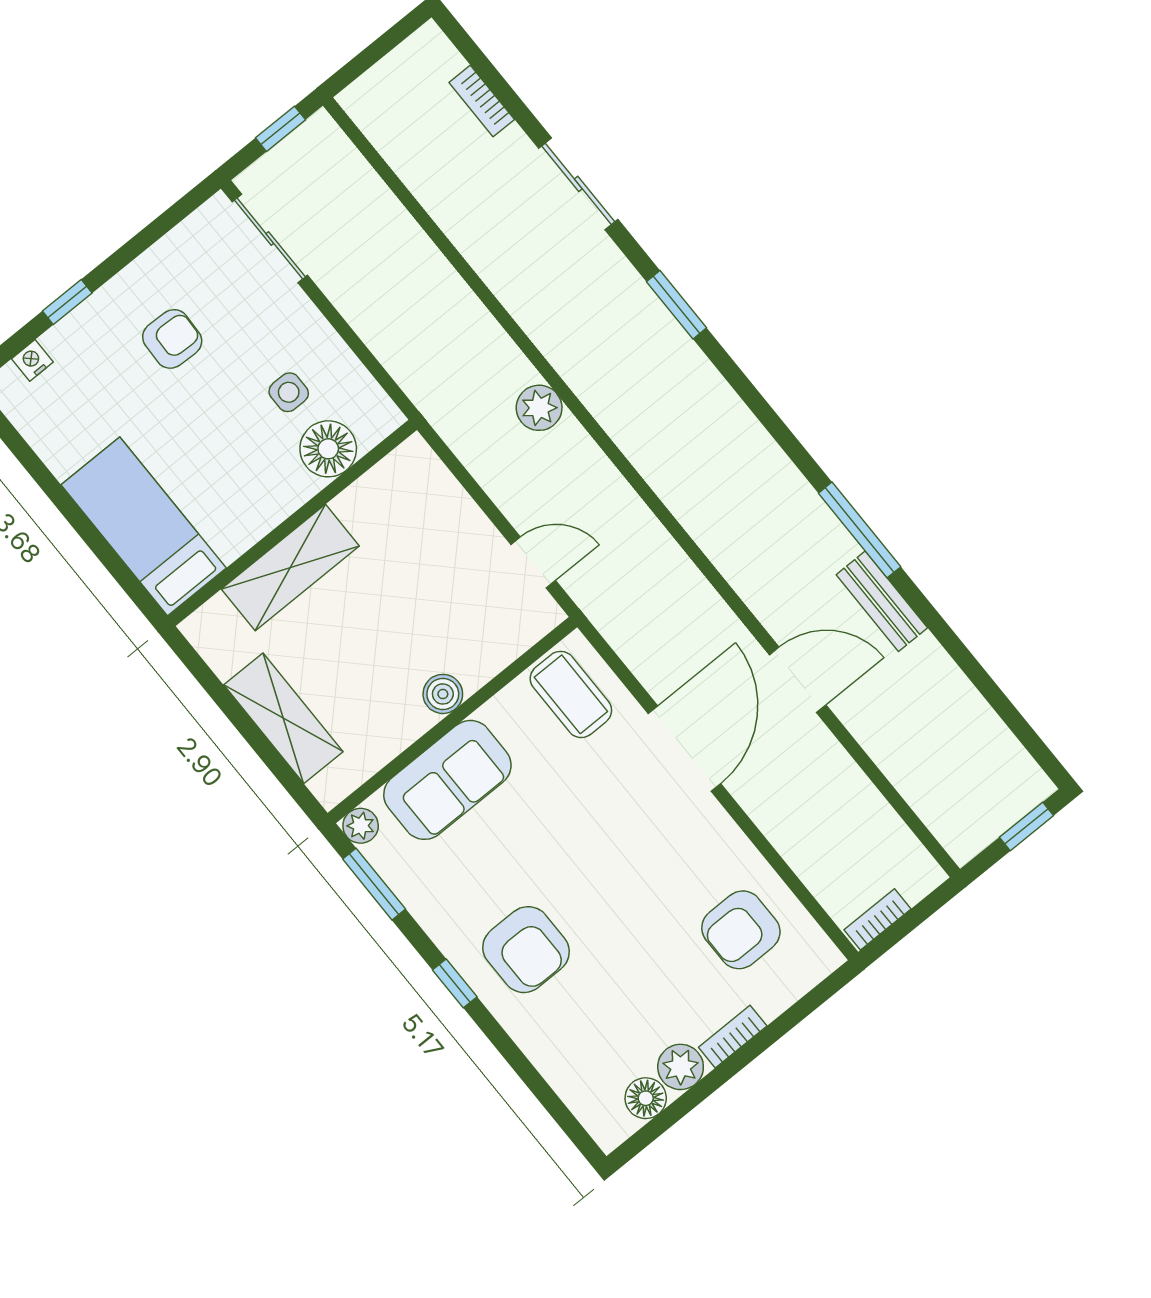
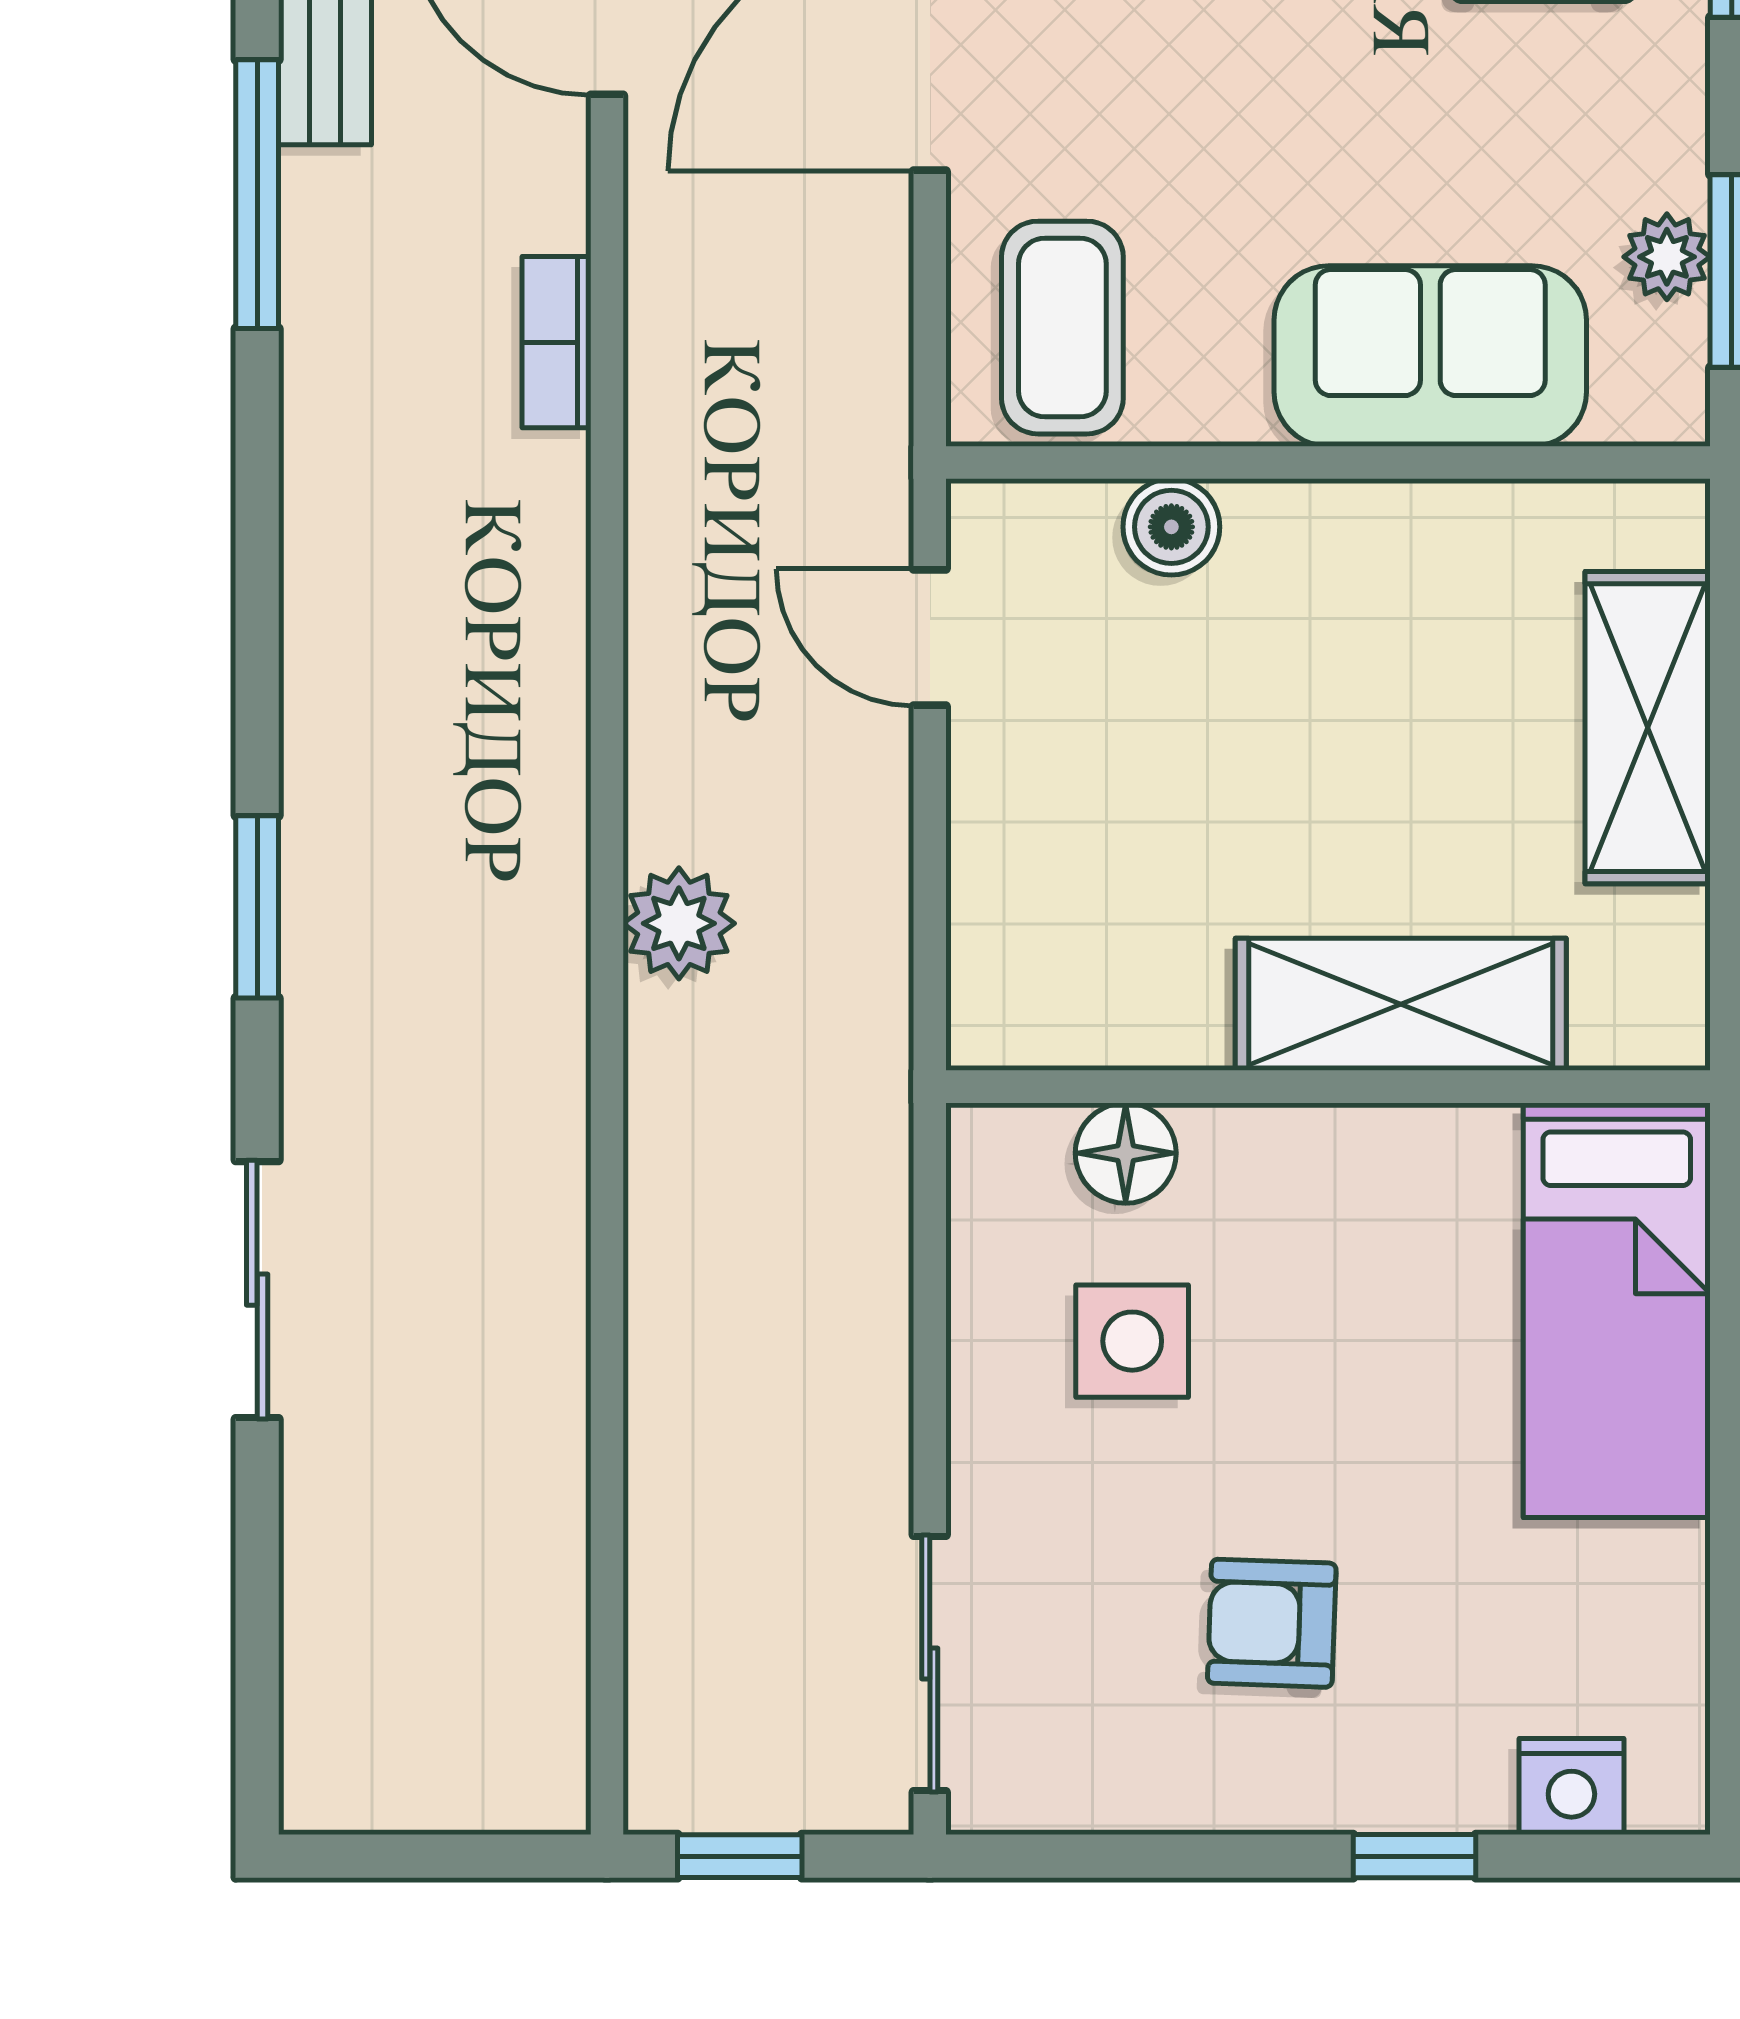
bookcase: (482, 101) -> (556, 342), moved, turned 180
nightstand: (32, 360) -> (1571, 1786), width x1.39, depth x1.35
side table: (289, 392) -> (1132, 1341), width x1.37, depth x1.37
floor lamp: (328, 449) -> (1126, 1153), width x0.73, depth x0.73
boiler: (443, 694) -> (1171, 527), moved
plant: (361, 826) -> (1667, 257), moved

